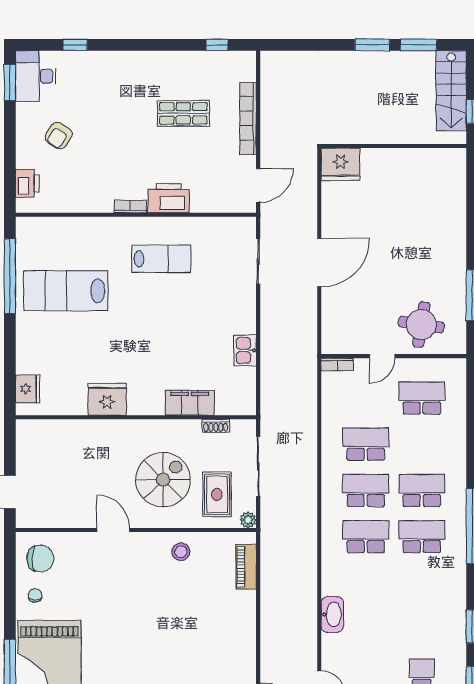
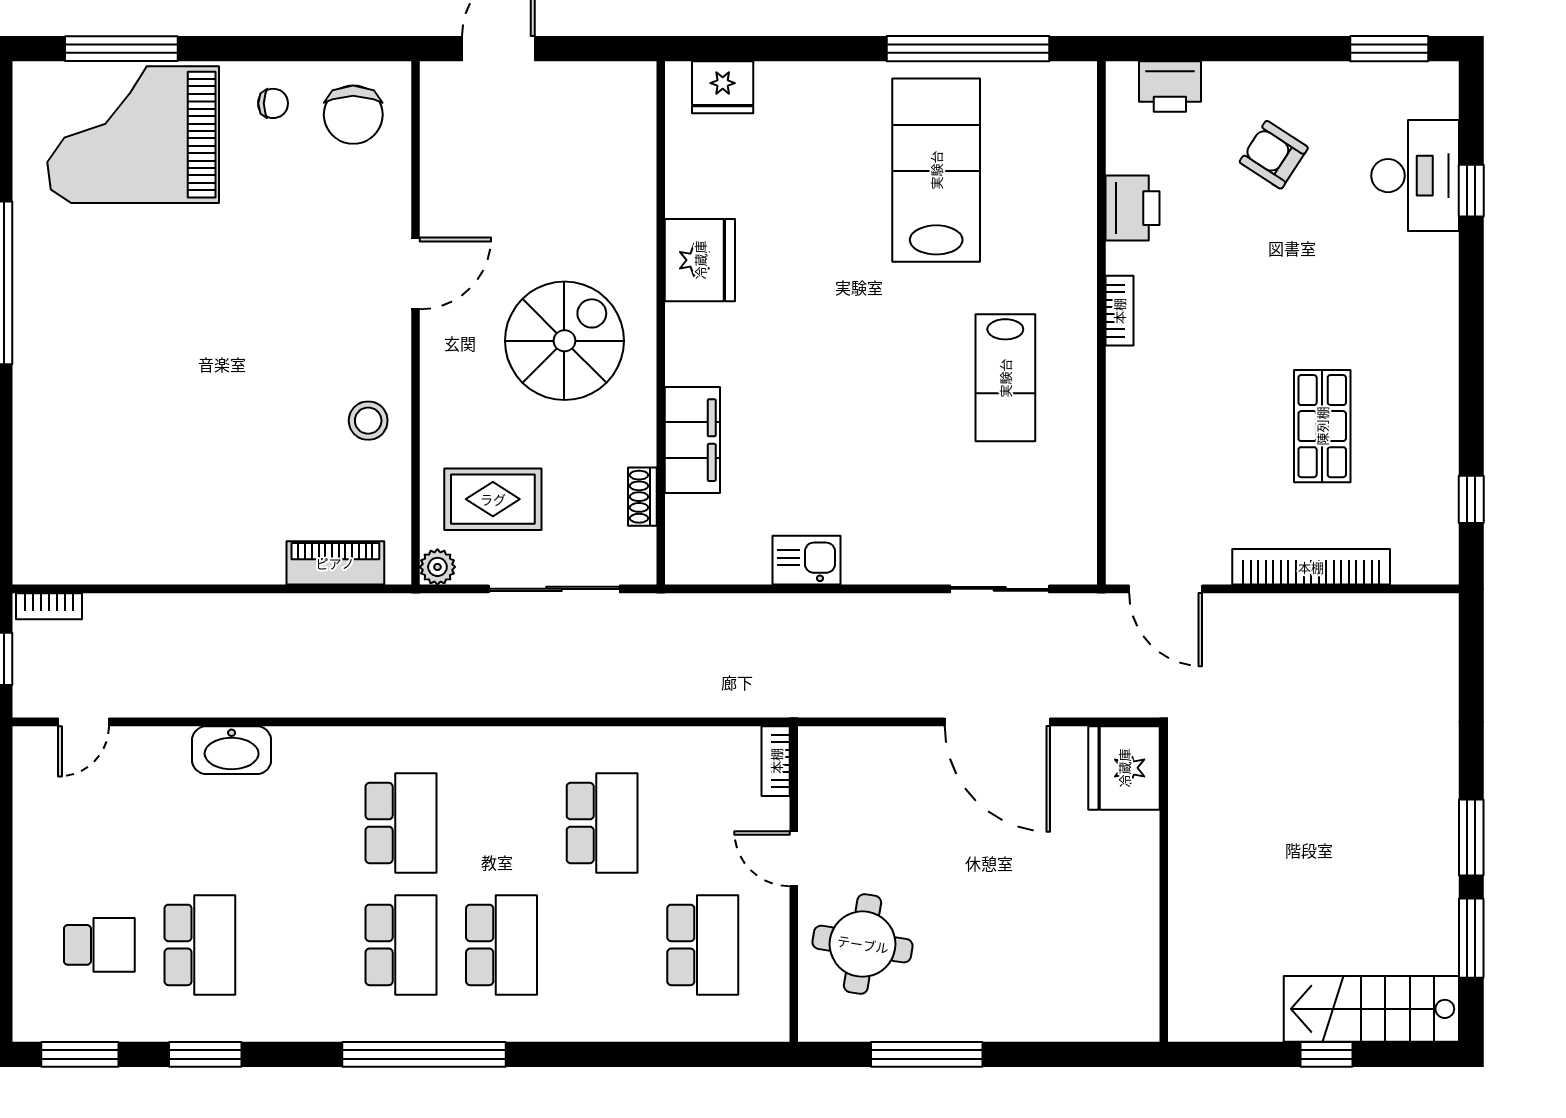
desk: (36, 76) -> (1415, 176), moved, turned 90
wall: (394, 146) -> (1164, 884), moved
fridge: (340, 164) -> (1124, 768), moved
printer: (169, 198) -> (1132, 208), moved, width x0.73, depth x0.84
spiral stairs: (163, 480) -> (564, 341), moved, turned -90
school desk: (366, 490) -> (200, 945), moved

